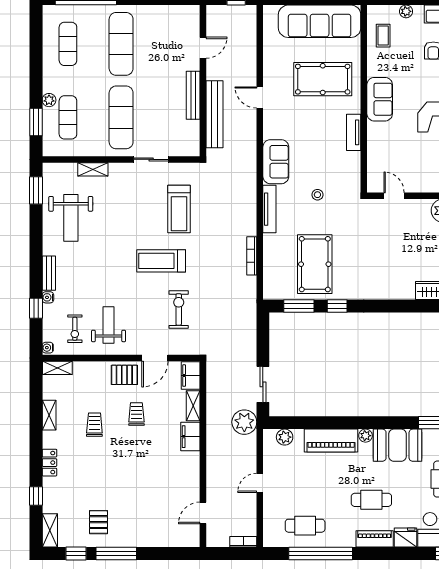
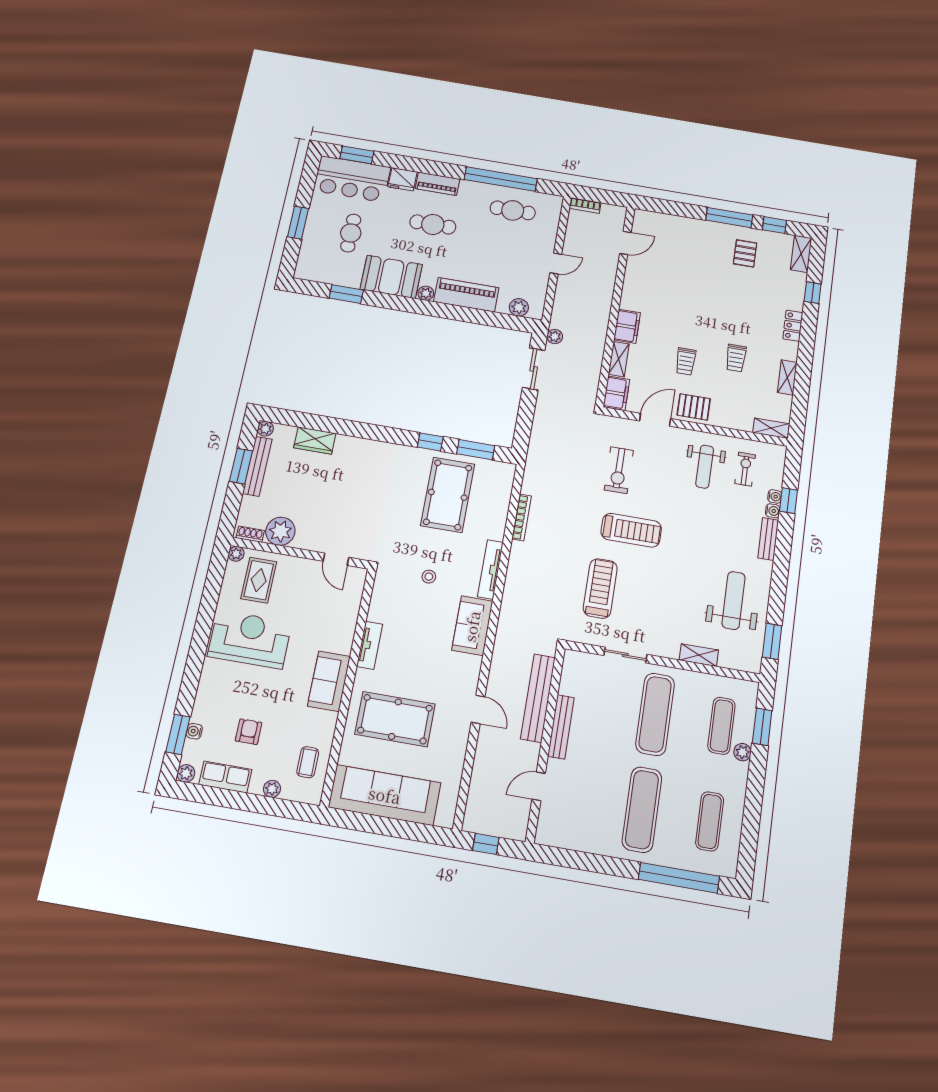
water cooler: (48, 348) -> (775, 496), moved
plant: (244, 422) -> (555, 337), width x0.53, depth x0.53

